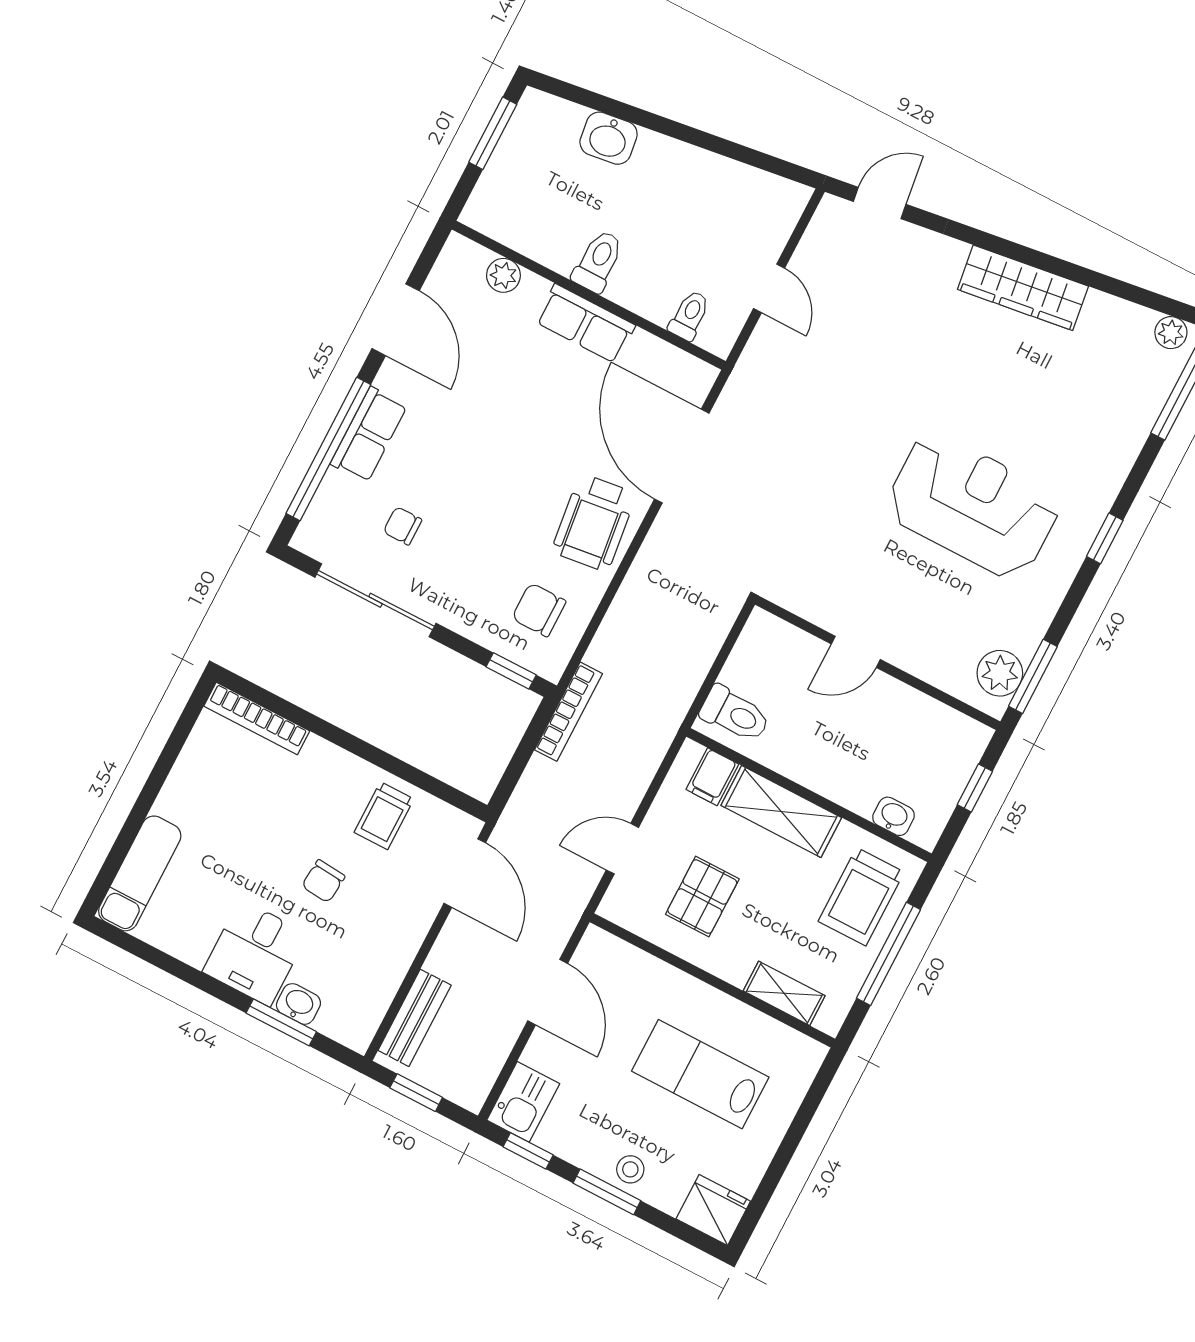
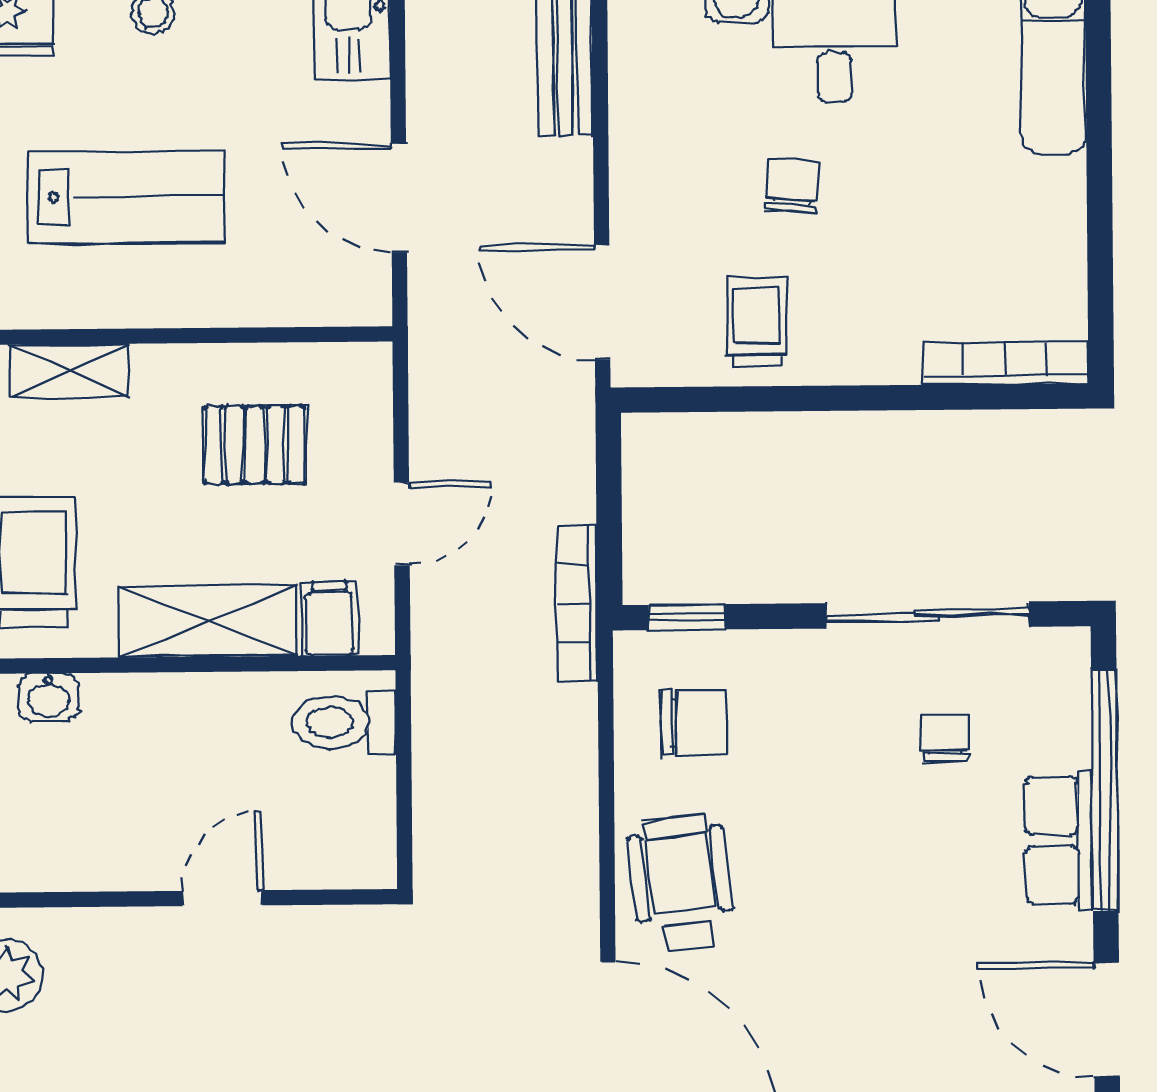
chair: (403, 526) -> (945, 738), turned -90
door: (622, 849) -> (402, 524), moved
pallet: (702, 897) -> (255, 445), turned 90

